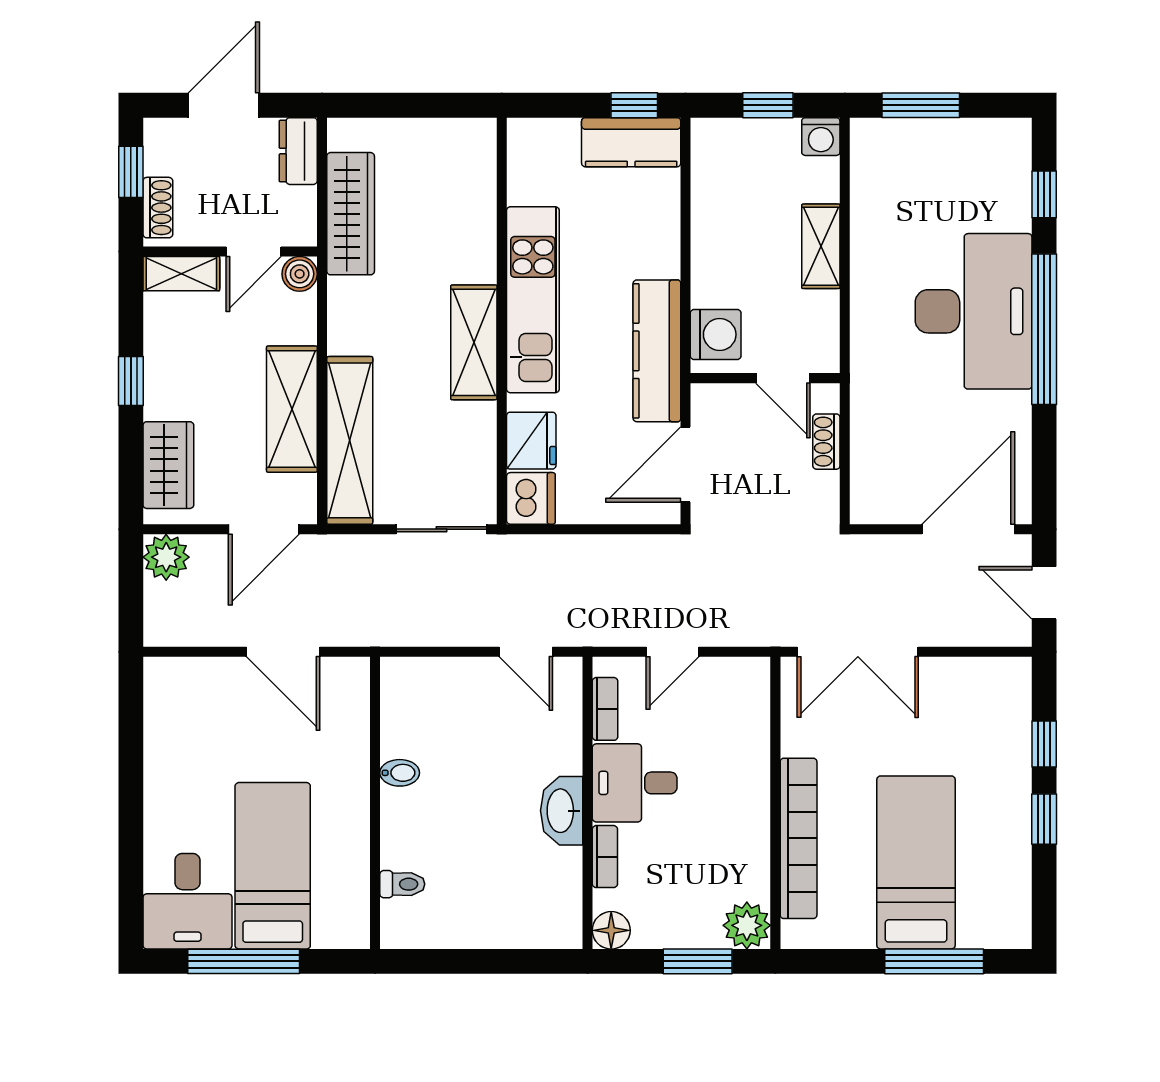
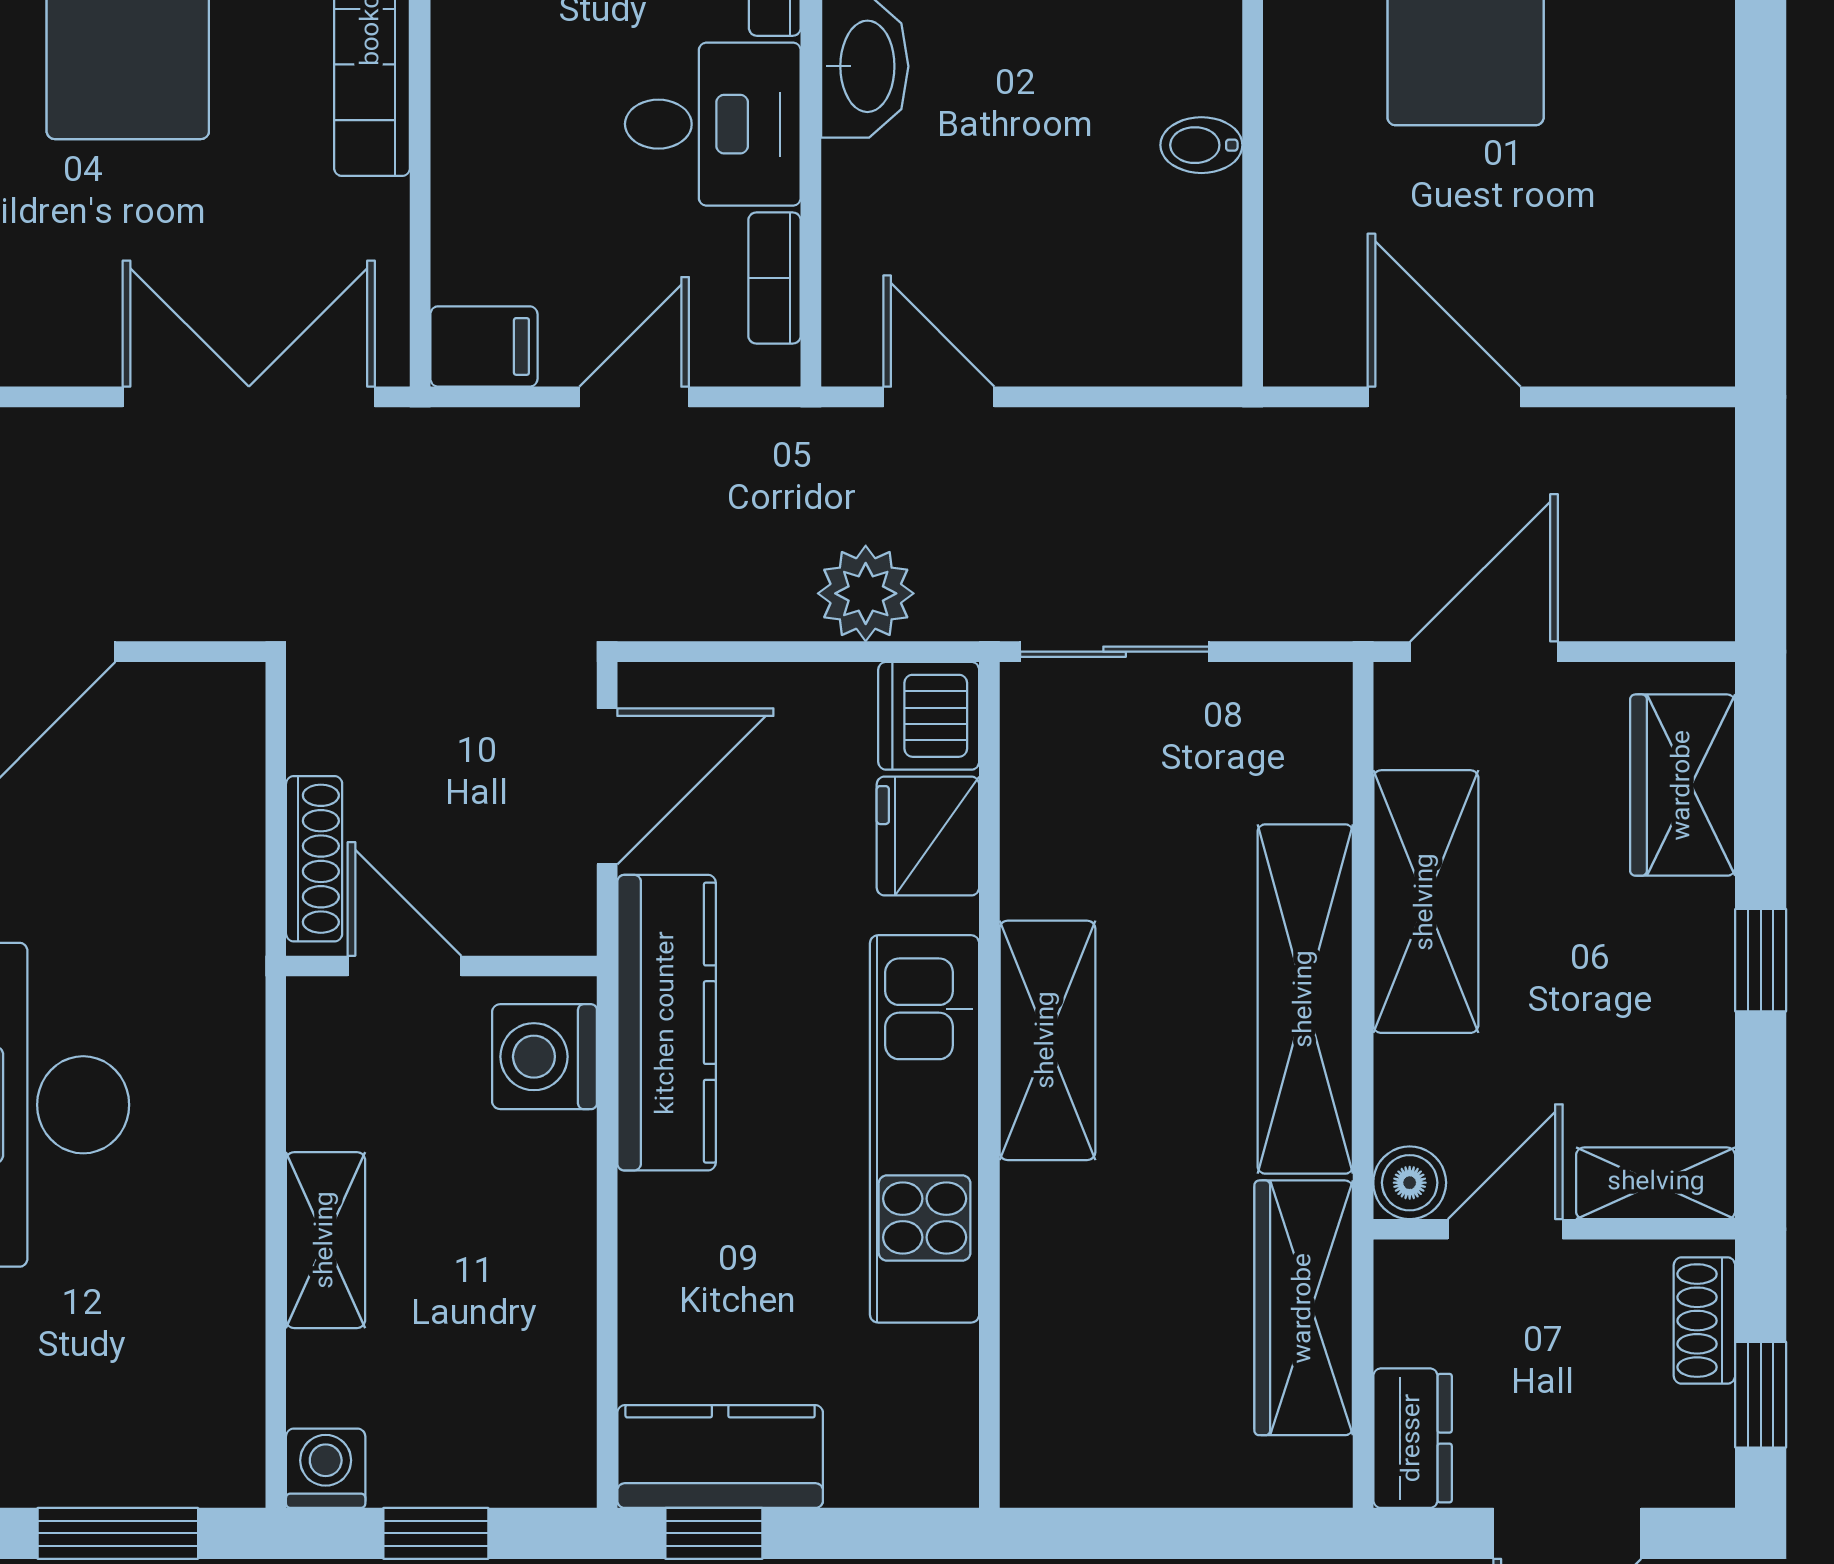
shelving: (350, 440) -> (1305, 999), moved
shoe rack: (826, 442) -> (314, 859), width x1.43
plant: (166, 557) -> (866, 593), moved
filing cabinet: (745, 676) -> (484, 346), added

